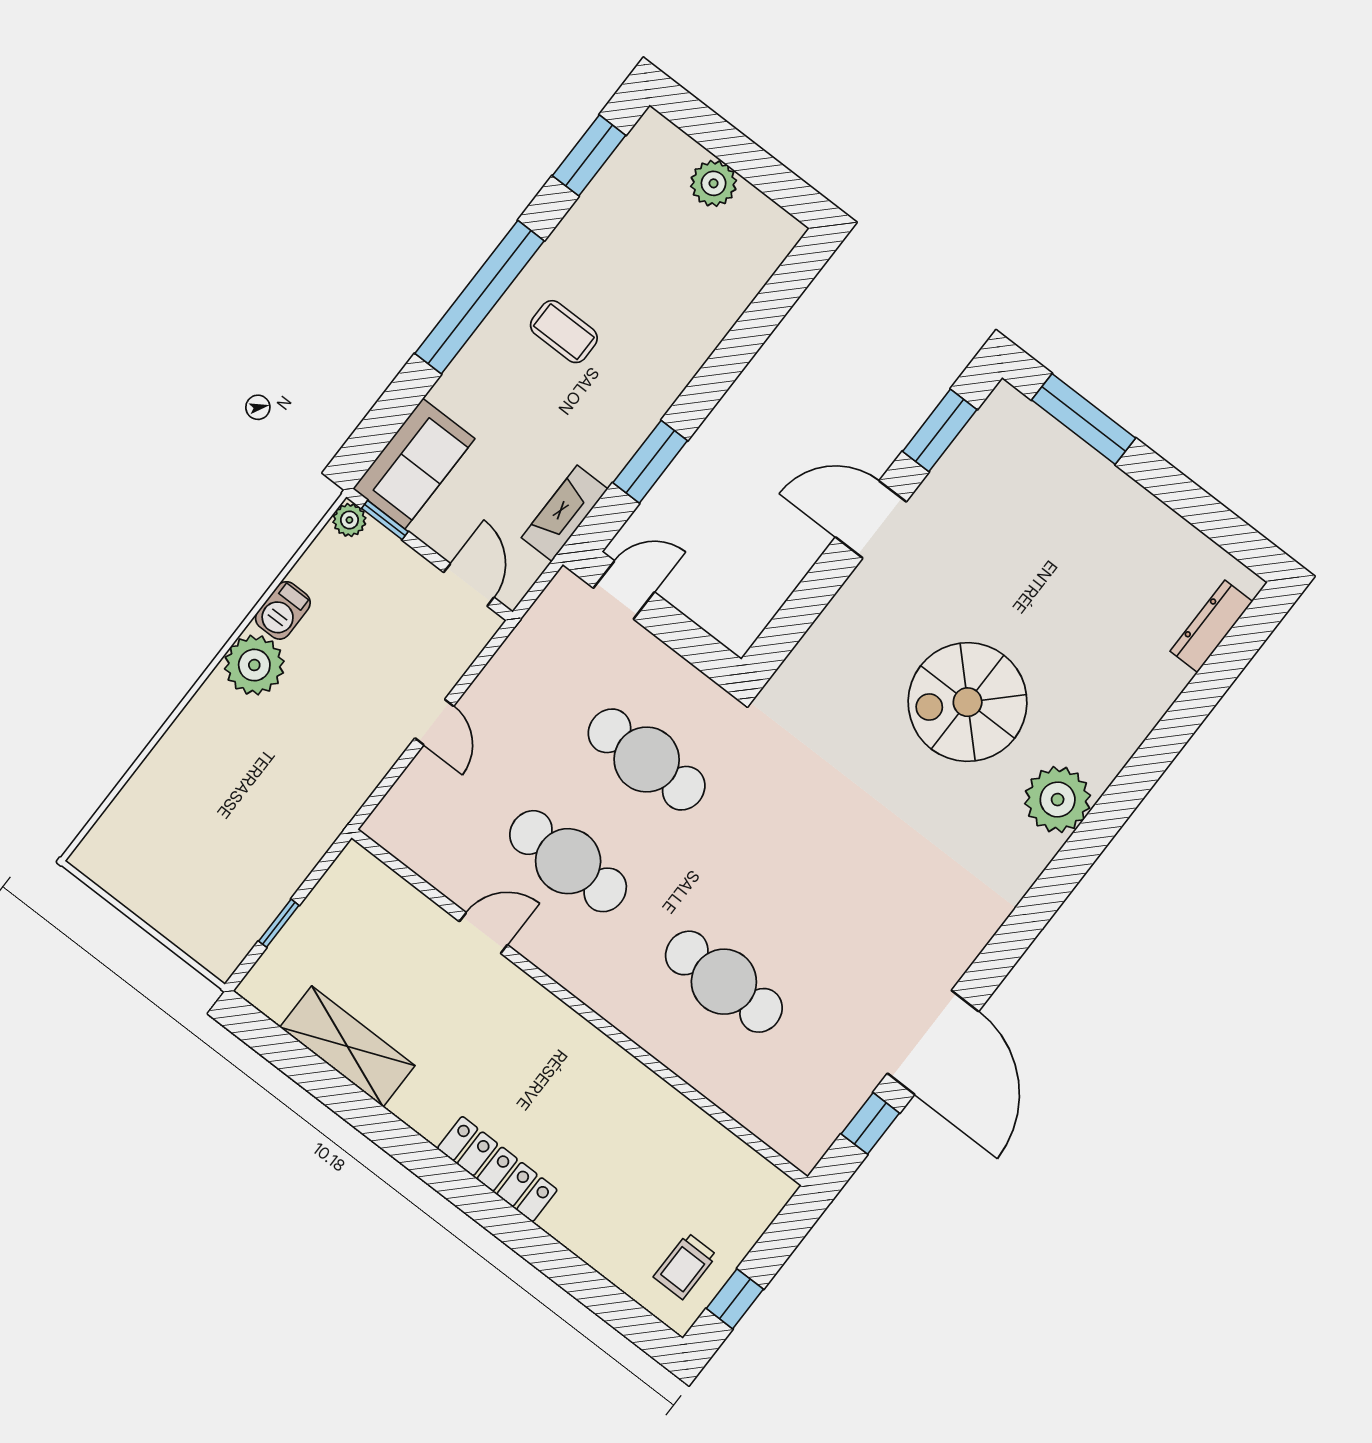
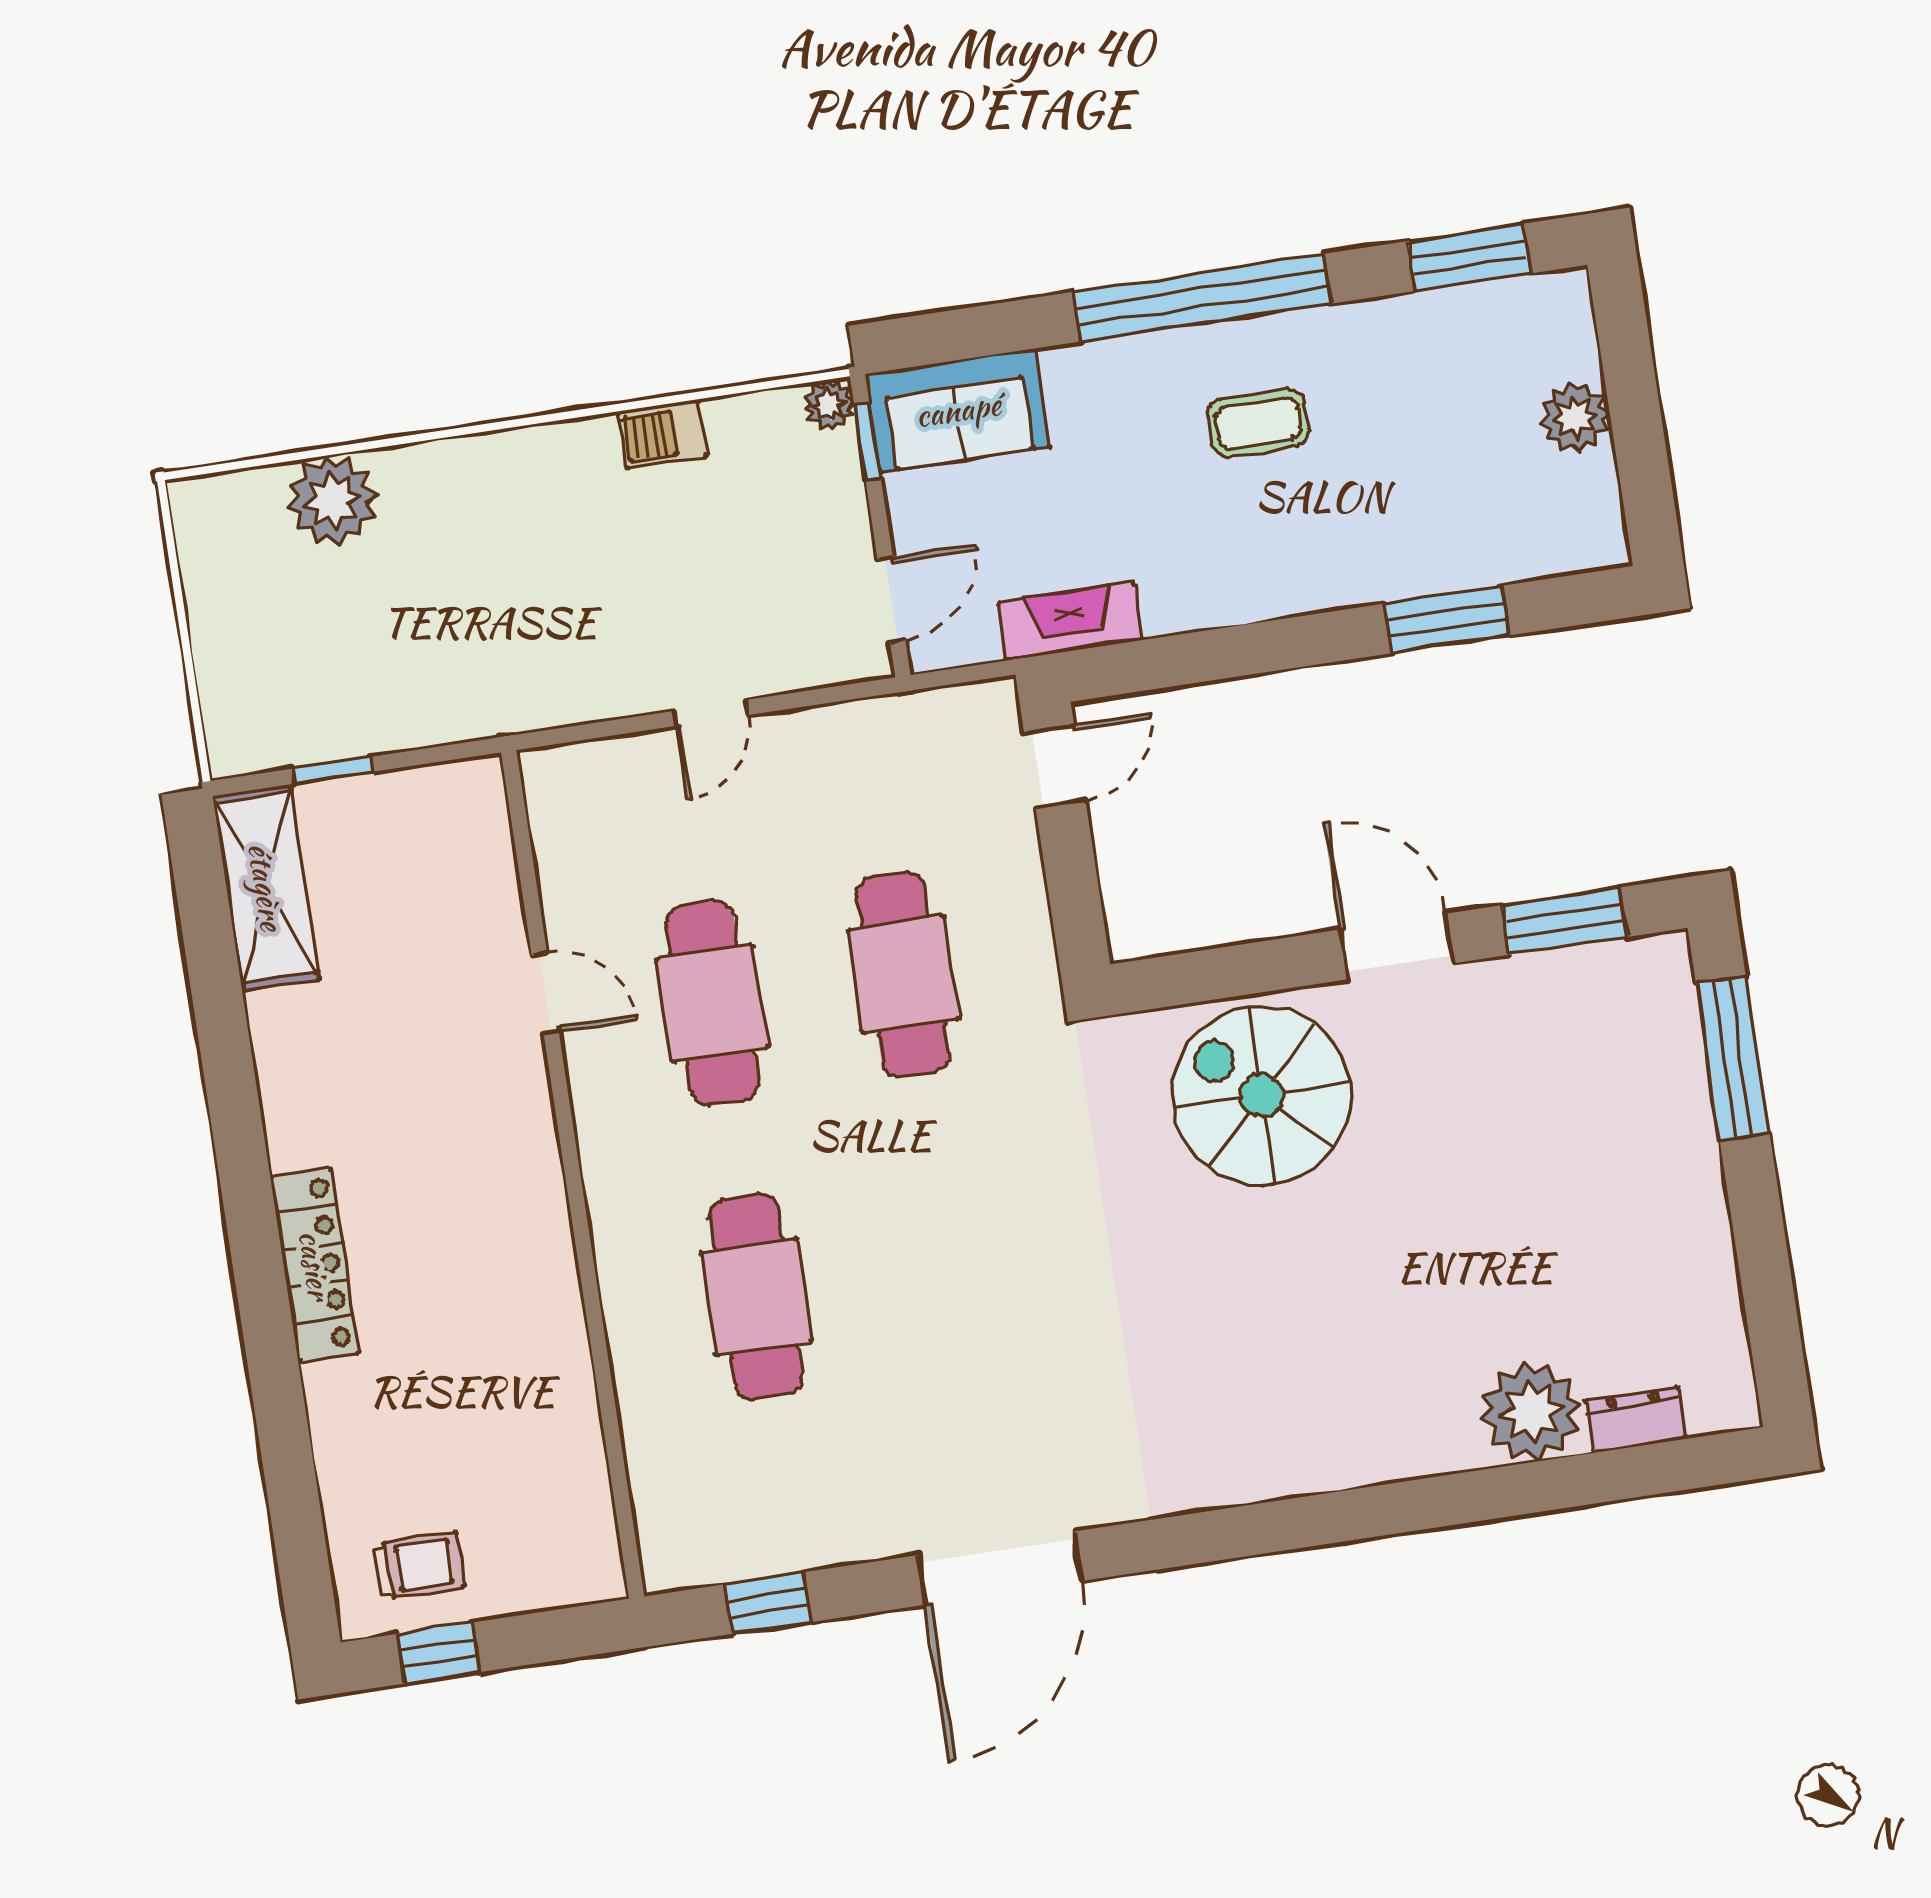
coffee table: (564, 332) -> (1258, 423), turned 90
window: (650, 462) -> (1447, 619), moved
door: (624, 590) -> (1055, 766), hinge flipped
dresser: (1211, 626) -> (1636, 1420), width x0.70
plant: (254, 665) -> (332, 500), moved
spiral stairs: (968, 702) -> (1261, 1096), moved
plant: (1058, 800) -> (1531, 1412), moved
door: (933, 1042) -> (1000, 1568), moved
shelving: (347, 1046) -> (266, 887), moved
trolley: (685, 1266) -> (418, 1566), turned 180

